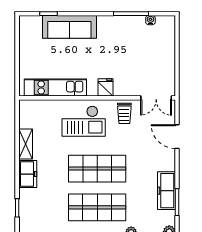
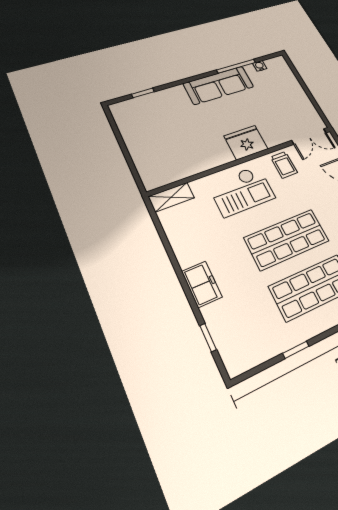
sofa: (69, 27) -> (219, 85), moved
kitchen unit: (55, 87) -> (188, 166), removed
fridge: (105, 87) -> (246, 142), width x1.88, depth x1.34
shelving: (26, 144) -> (171, 197), moved, turned 90

